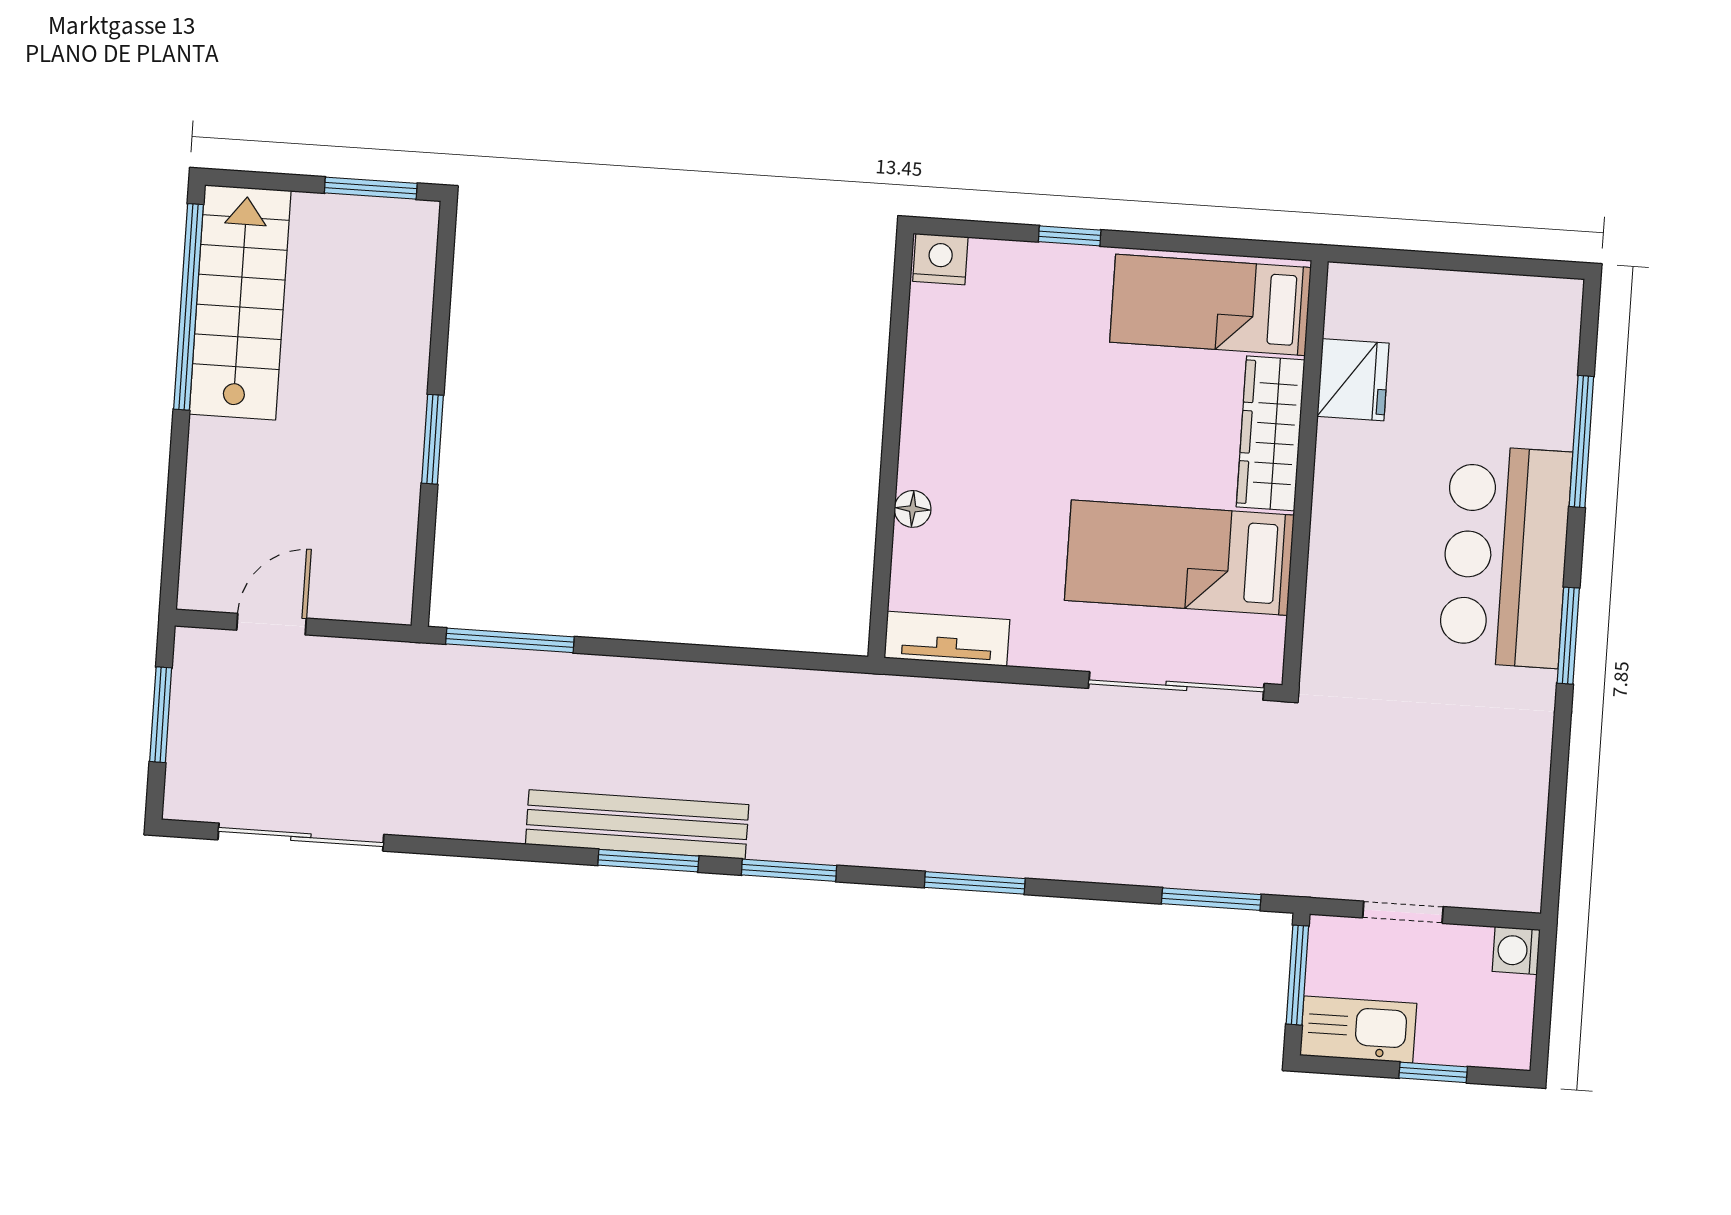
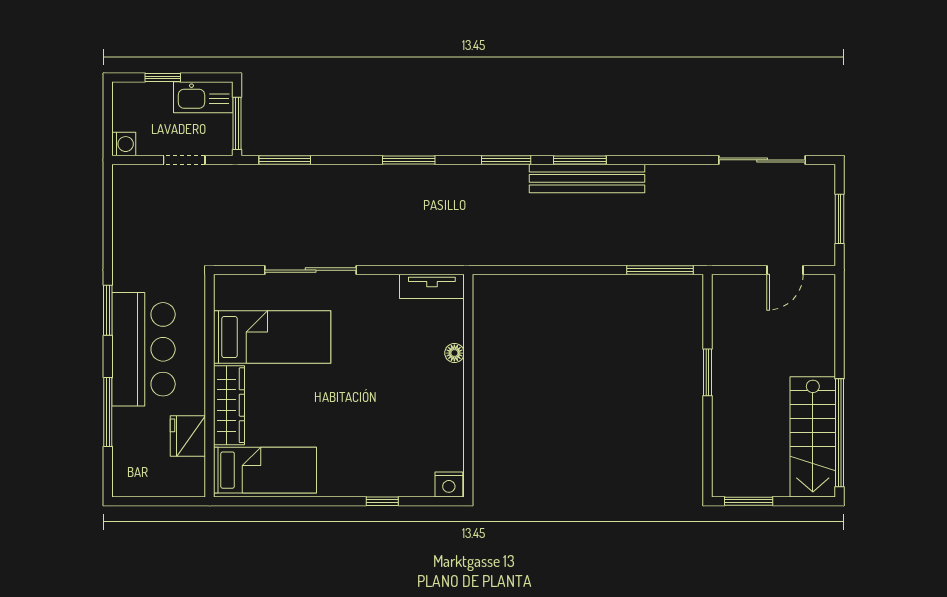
bed: (1210, 305) -> (265, 470), moved
fridge: (1353, 380) -> (188, 436), moved
wardrobe: (1271, 433) -> (229, 405), moved
wall: (1305, 473) -> (210, 386), moved
bed: (1179, 558) -> (272, 337), moved

